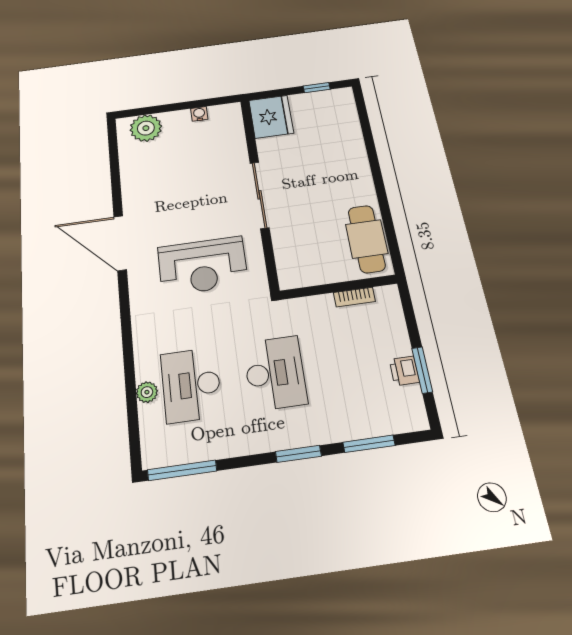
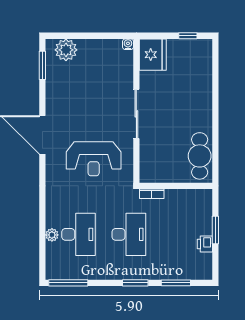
water cooler: (199, 114) -> (128, 44), moved
window: (114, 152) -> (42, 65), added
bookcase: (354, 297) -> (152, 194), moved
window: (422, 370) -> (215, 230), moved
desk: (191, 385) -> (79, 234), turned 180

